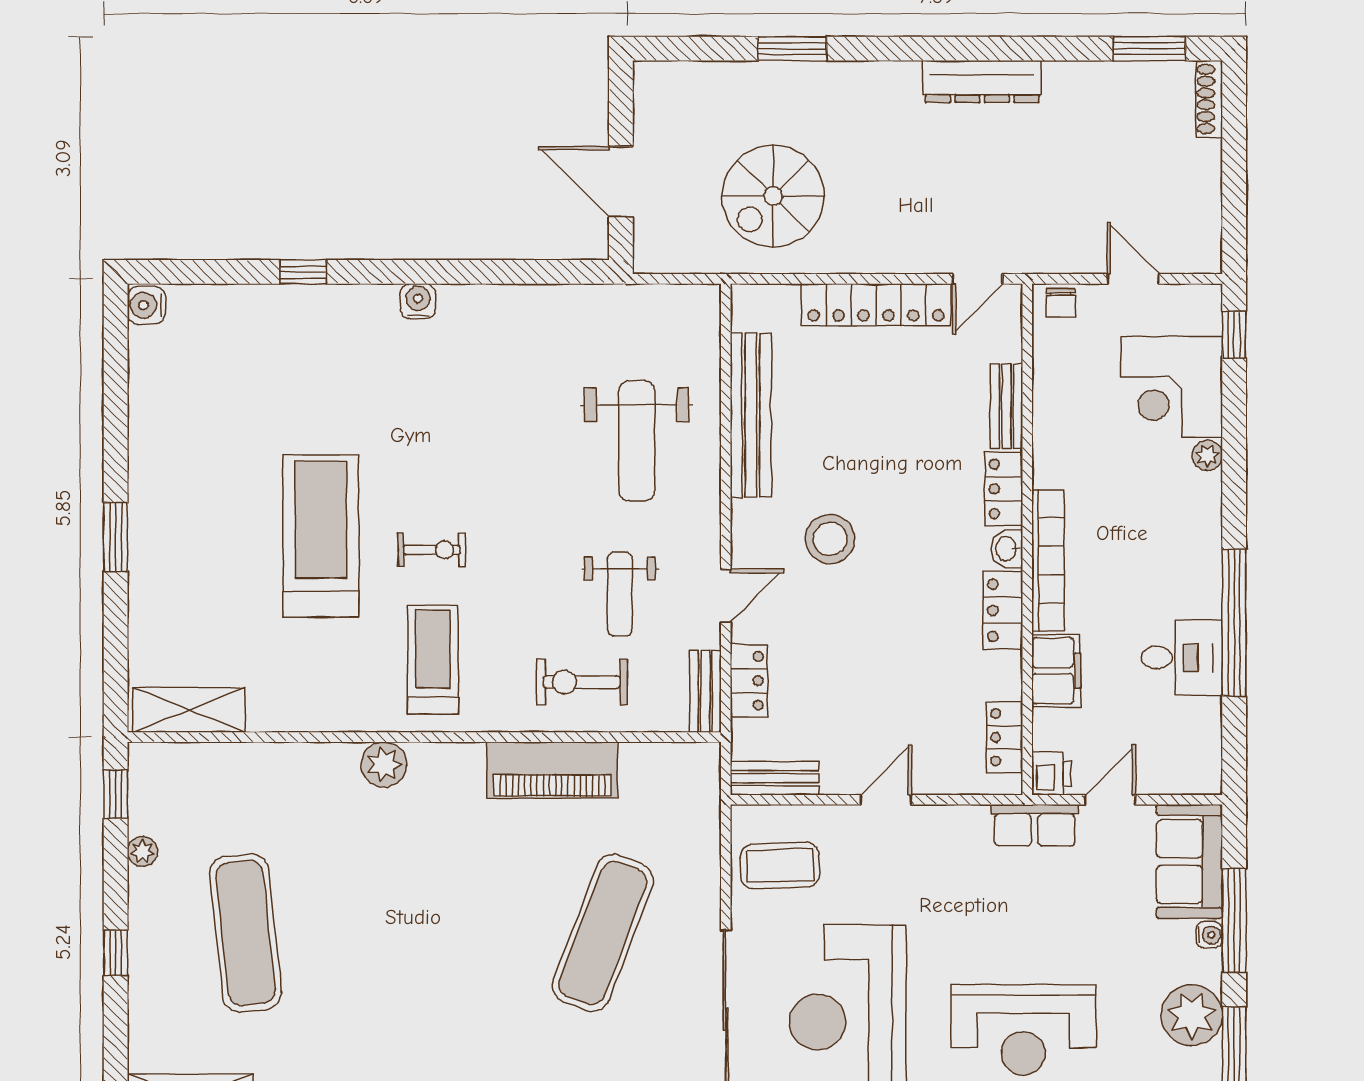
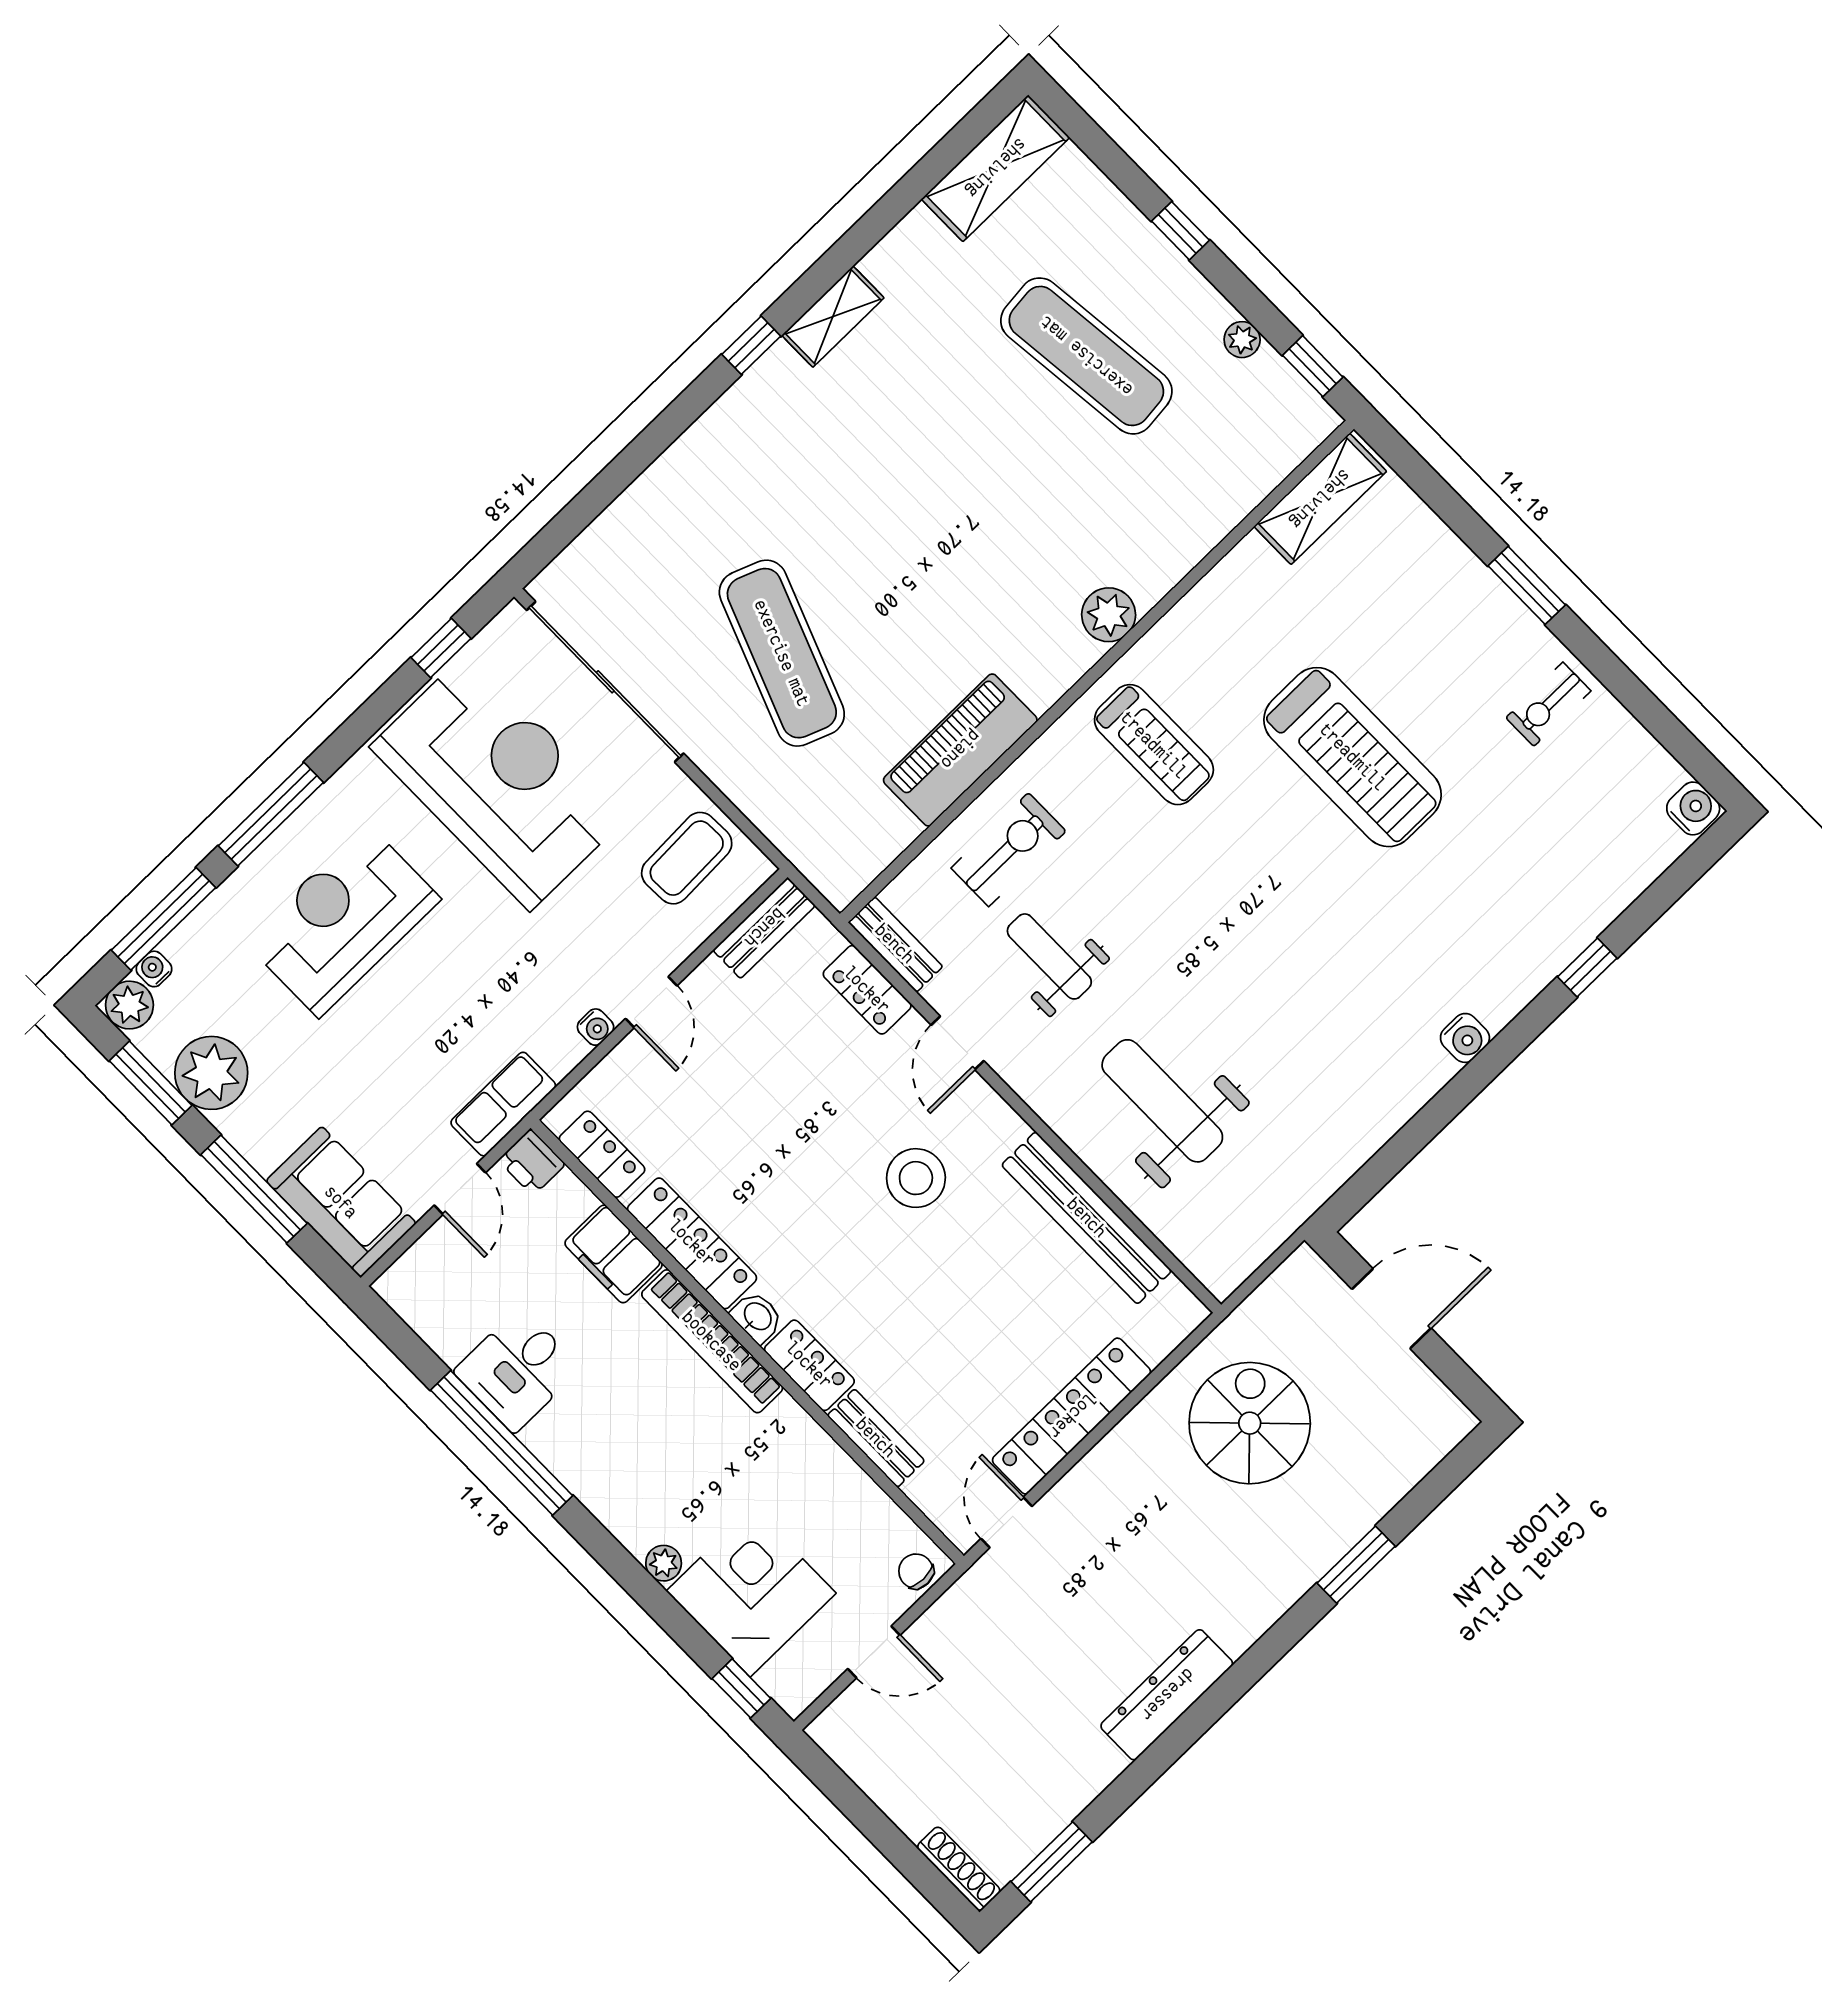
exercise bike: (432, 550) -> (1548, 704), moved
locker: (1003, 610) -> (692, 1243), width x1.53
water cooler: (1209, 935) -> (596, 1027), moved, turned -90

